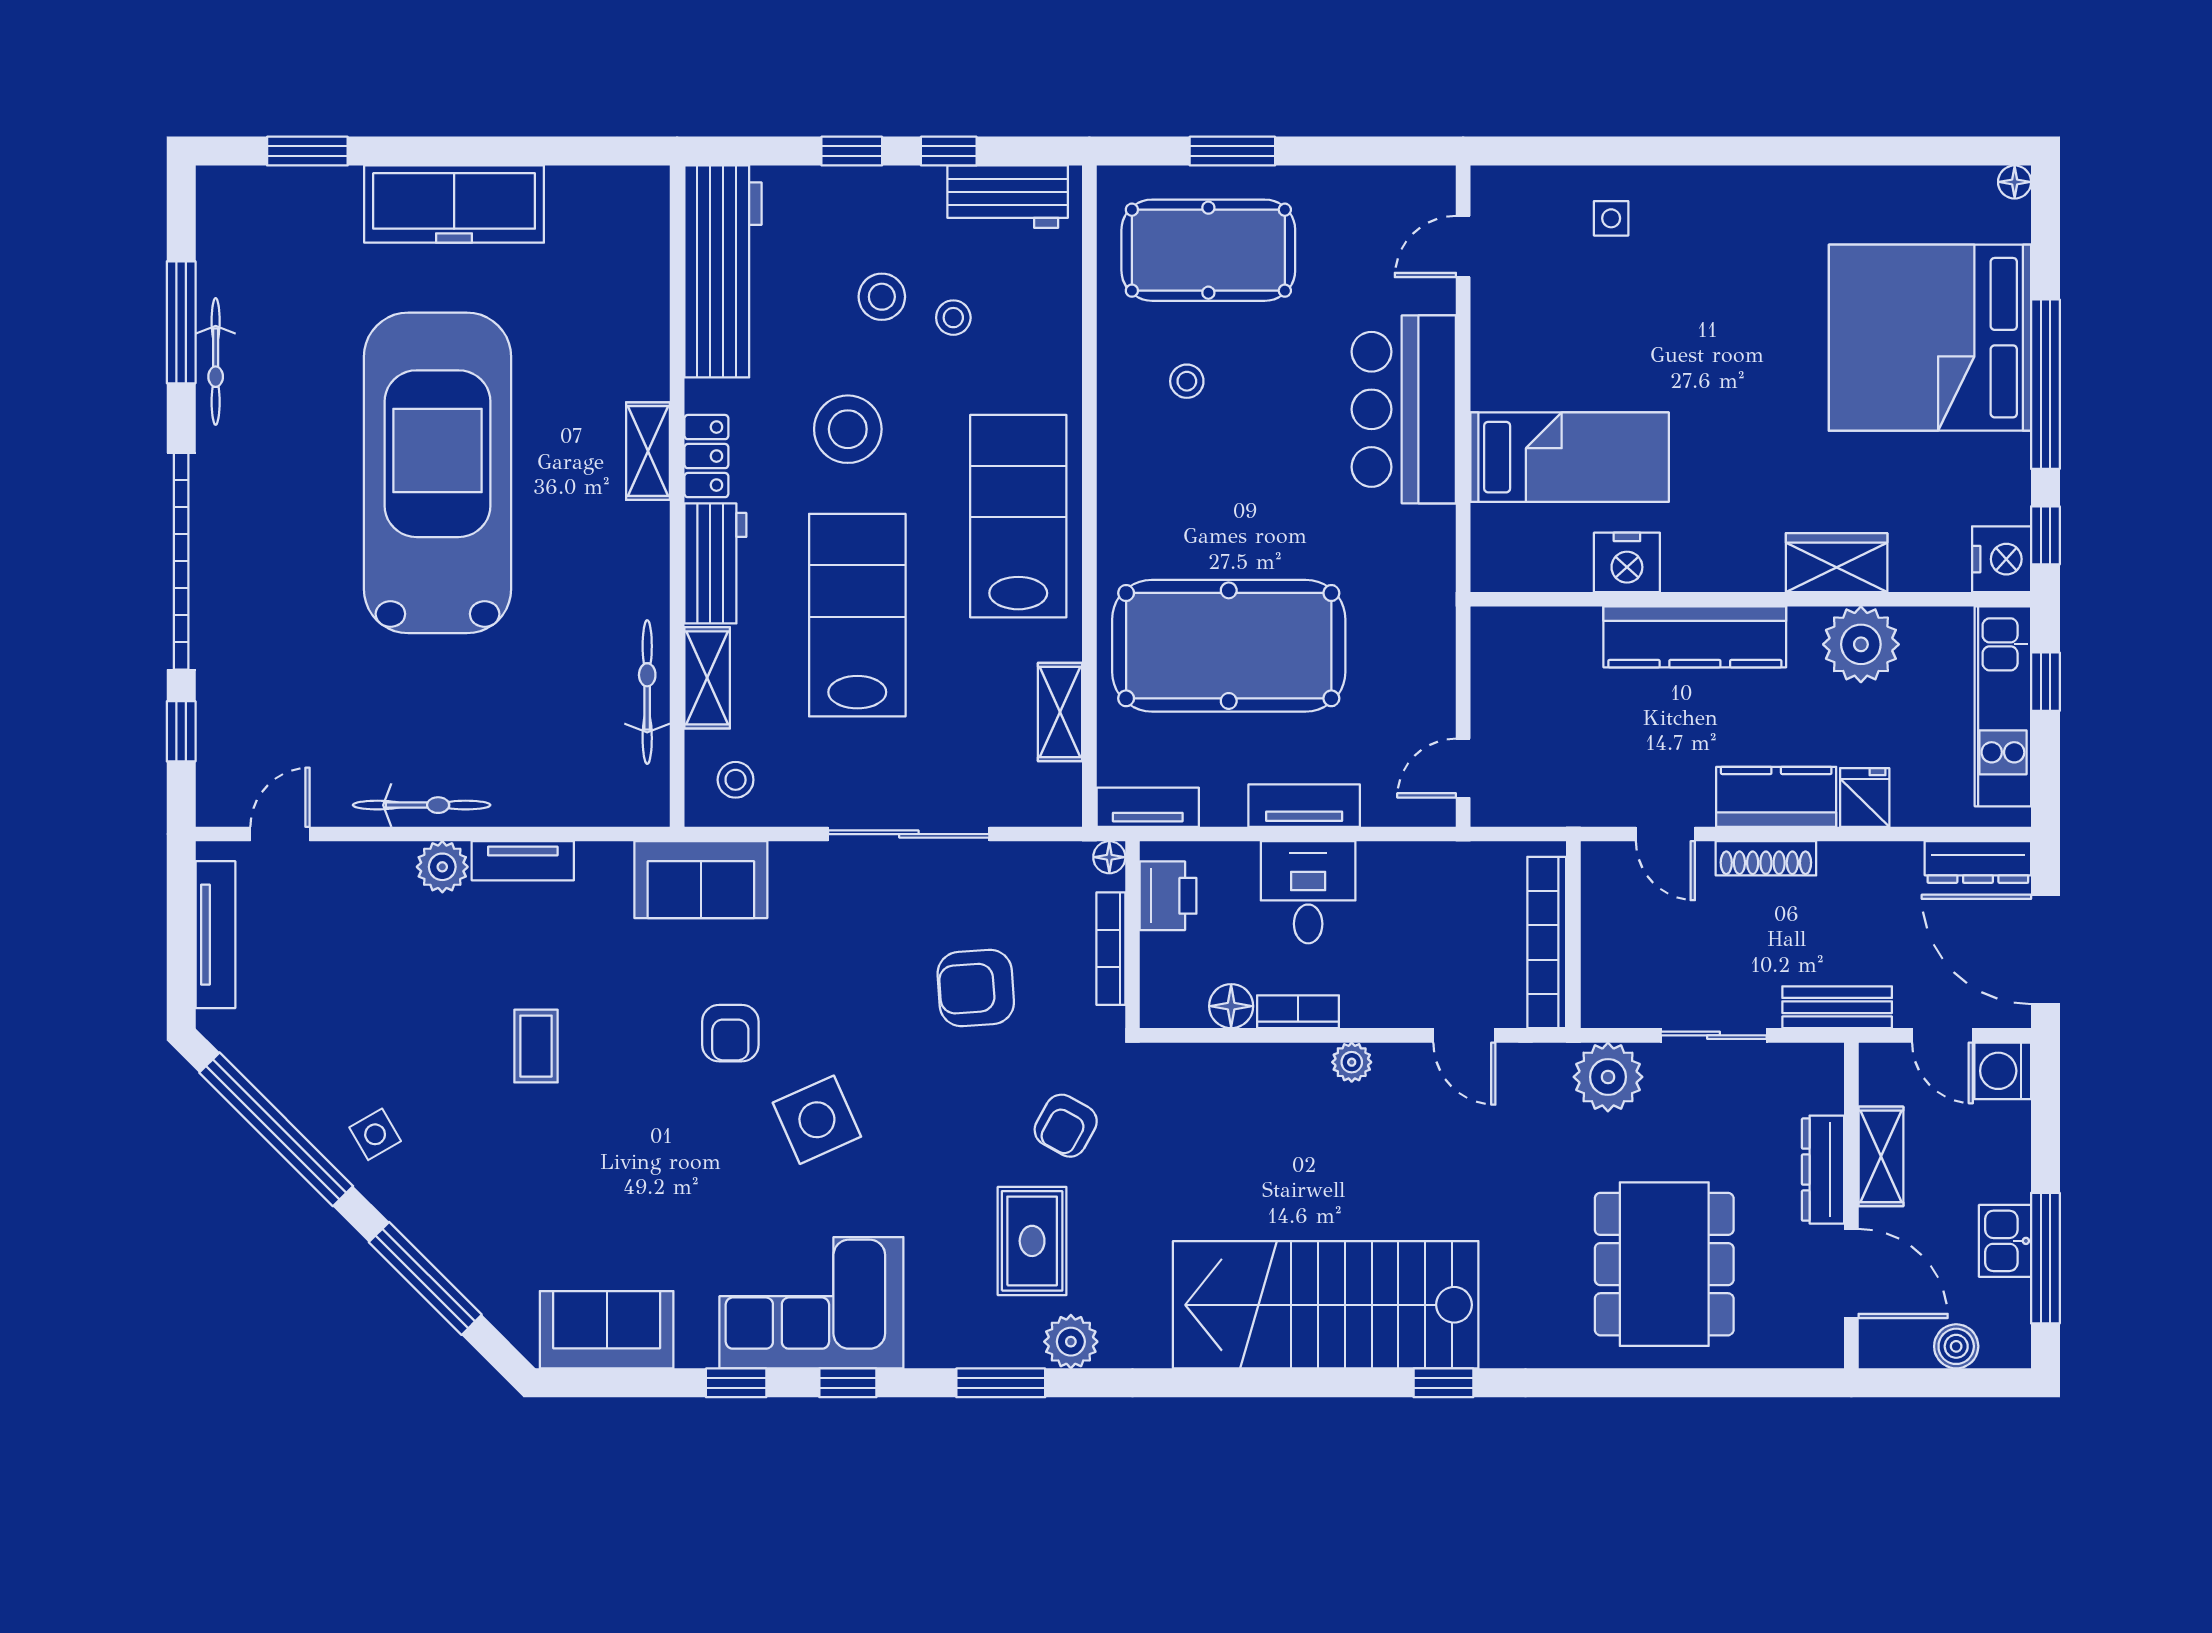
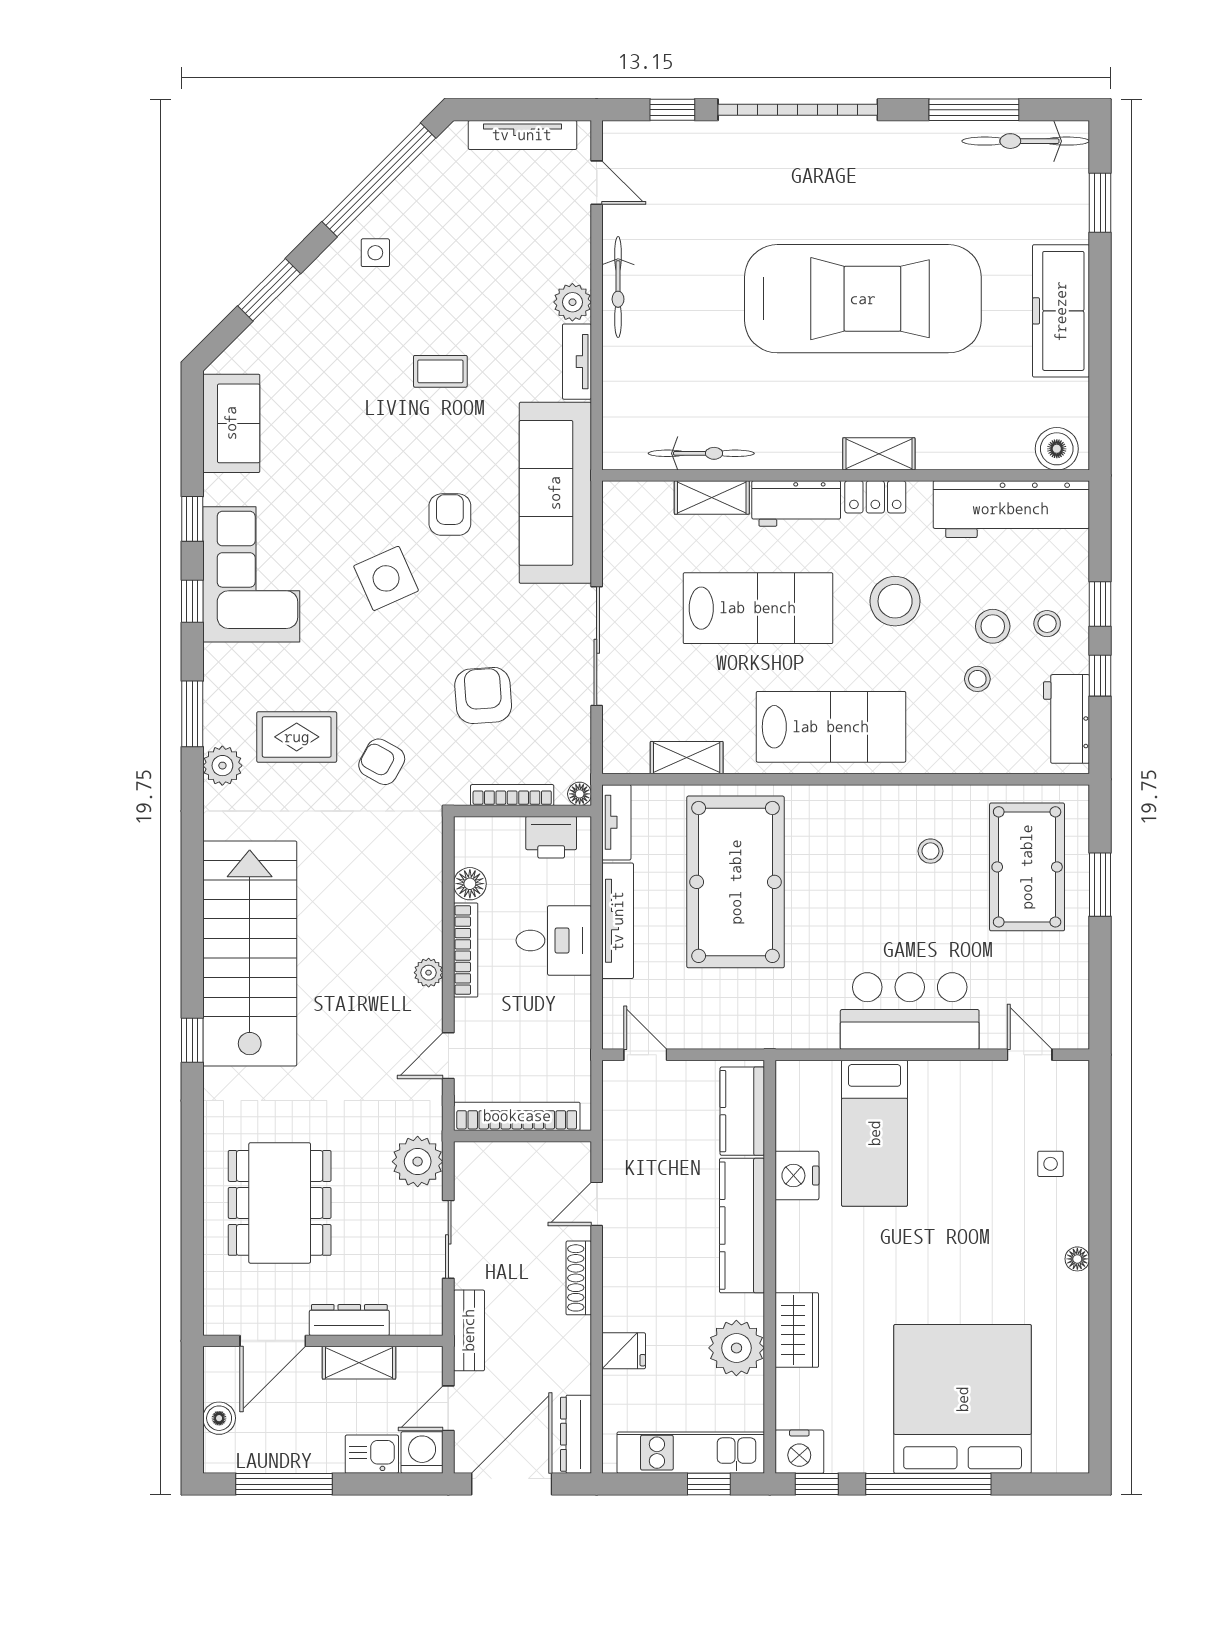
floor lamp: (2015, 182) -> (1077, 1259), moved
boiler: (641, 210) -> (1057, 449), added
bicycle: (216, 361) -> (1026, 141), moved, width x1.37, depth x1.40
stool: (736, 780) -> (1047, 624), moved
kitchen counter: (1776, 797) -> (742, 1111), moved, turned 180
tv unit: (1304, 806) -> (618, 921), width x1.41
sofa: (701, 880) -> (555, 493), width x1.85, depth x1.27
bookcase: (1298, 1012) -> (466, 950), width x1.56
armchair: (730, 1033) -> (450, 515), turned 90
side table: (375, 1134) -> (375, 253), turned 30
kitchen sink: (2005, 1241) -> (372, 1454), moved
dining table: (1664, 1264) -> (280, 1203), turned 90
window: (425, 1278) -> (269, 290), width x0.69

